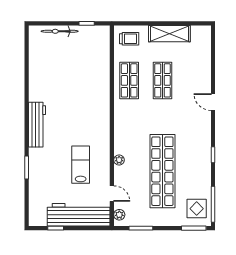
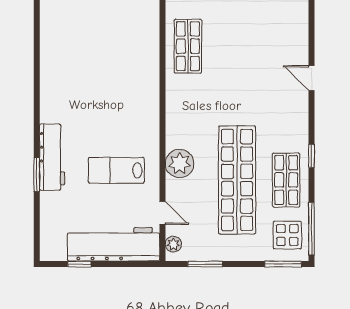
shop shelf: (162, 80) -> (286, 180), moved
workbench: (37, 125) -> (52, 157), moved
plant: (119, 160) -> (180, 164), width x1.88, depth x1.88
lab bench: (81, 165) -> (116, 170), turned -90

